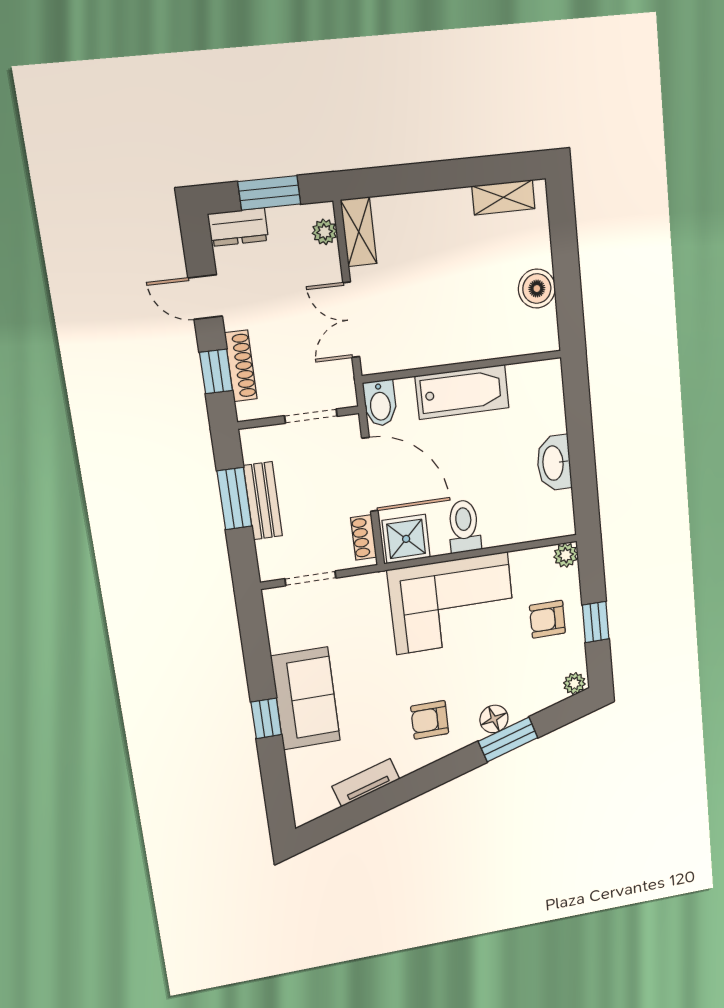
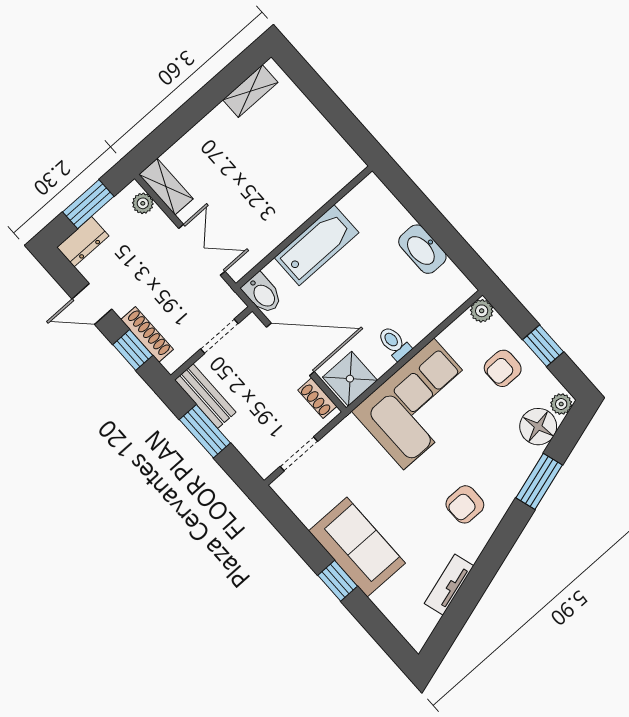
boiler: (537, 289) -> (319, 135), removed
double door: (351, 320) -> (202, 250), swing flipped
bench: (263, 501) -> (205, 396), moved
toilet: (464, 526) -> (394, 343), width x0.73, depth x0.72
floor lamp: (494, 719) -> (538, 427), moved, width x1.38, depth x1.38

